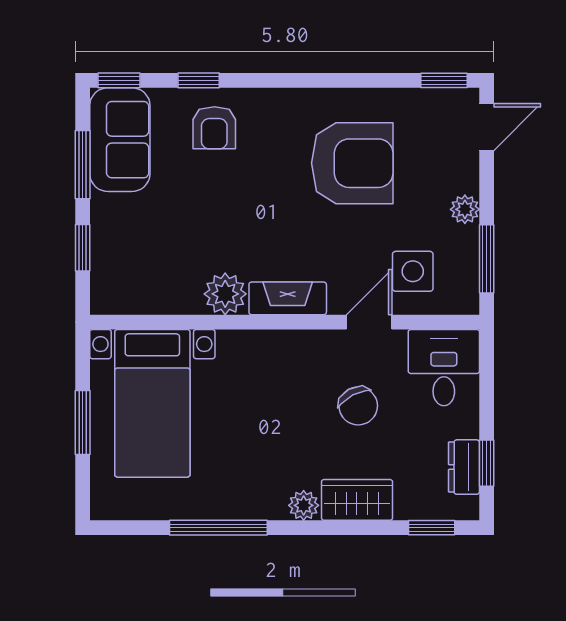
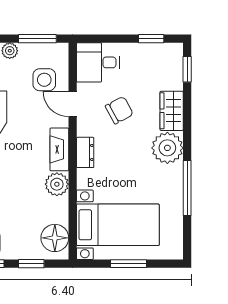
floor lamp: (129, 290) -> (55, 238), added
dresser: (464, 467) -> (85, 152), moved, turned -90
plant: (304, 505) -> (167, 148), width x1.88, depth x1.88

